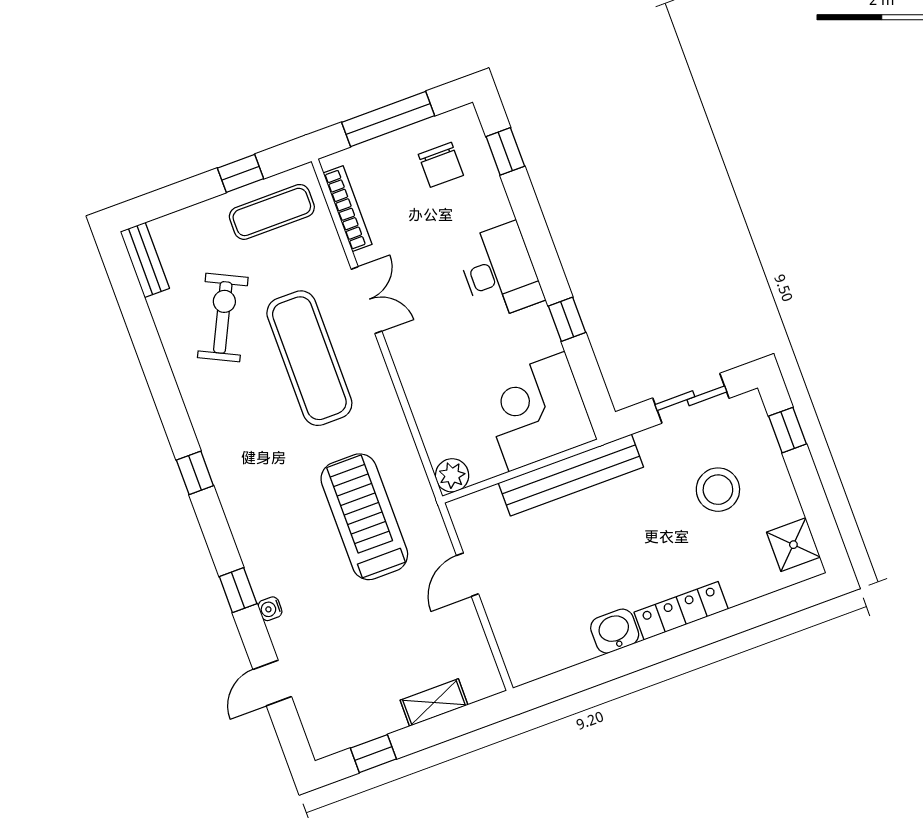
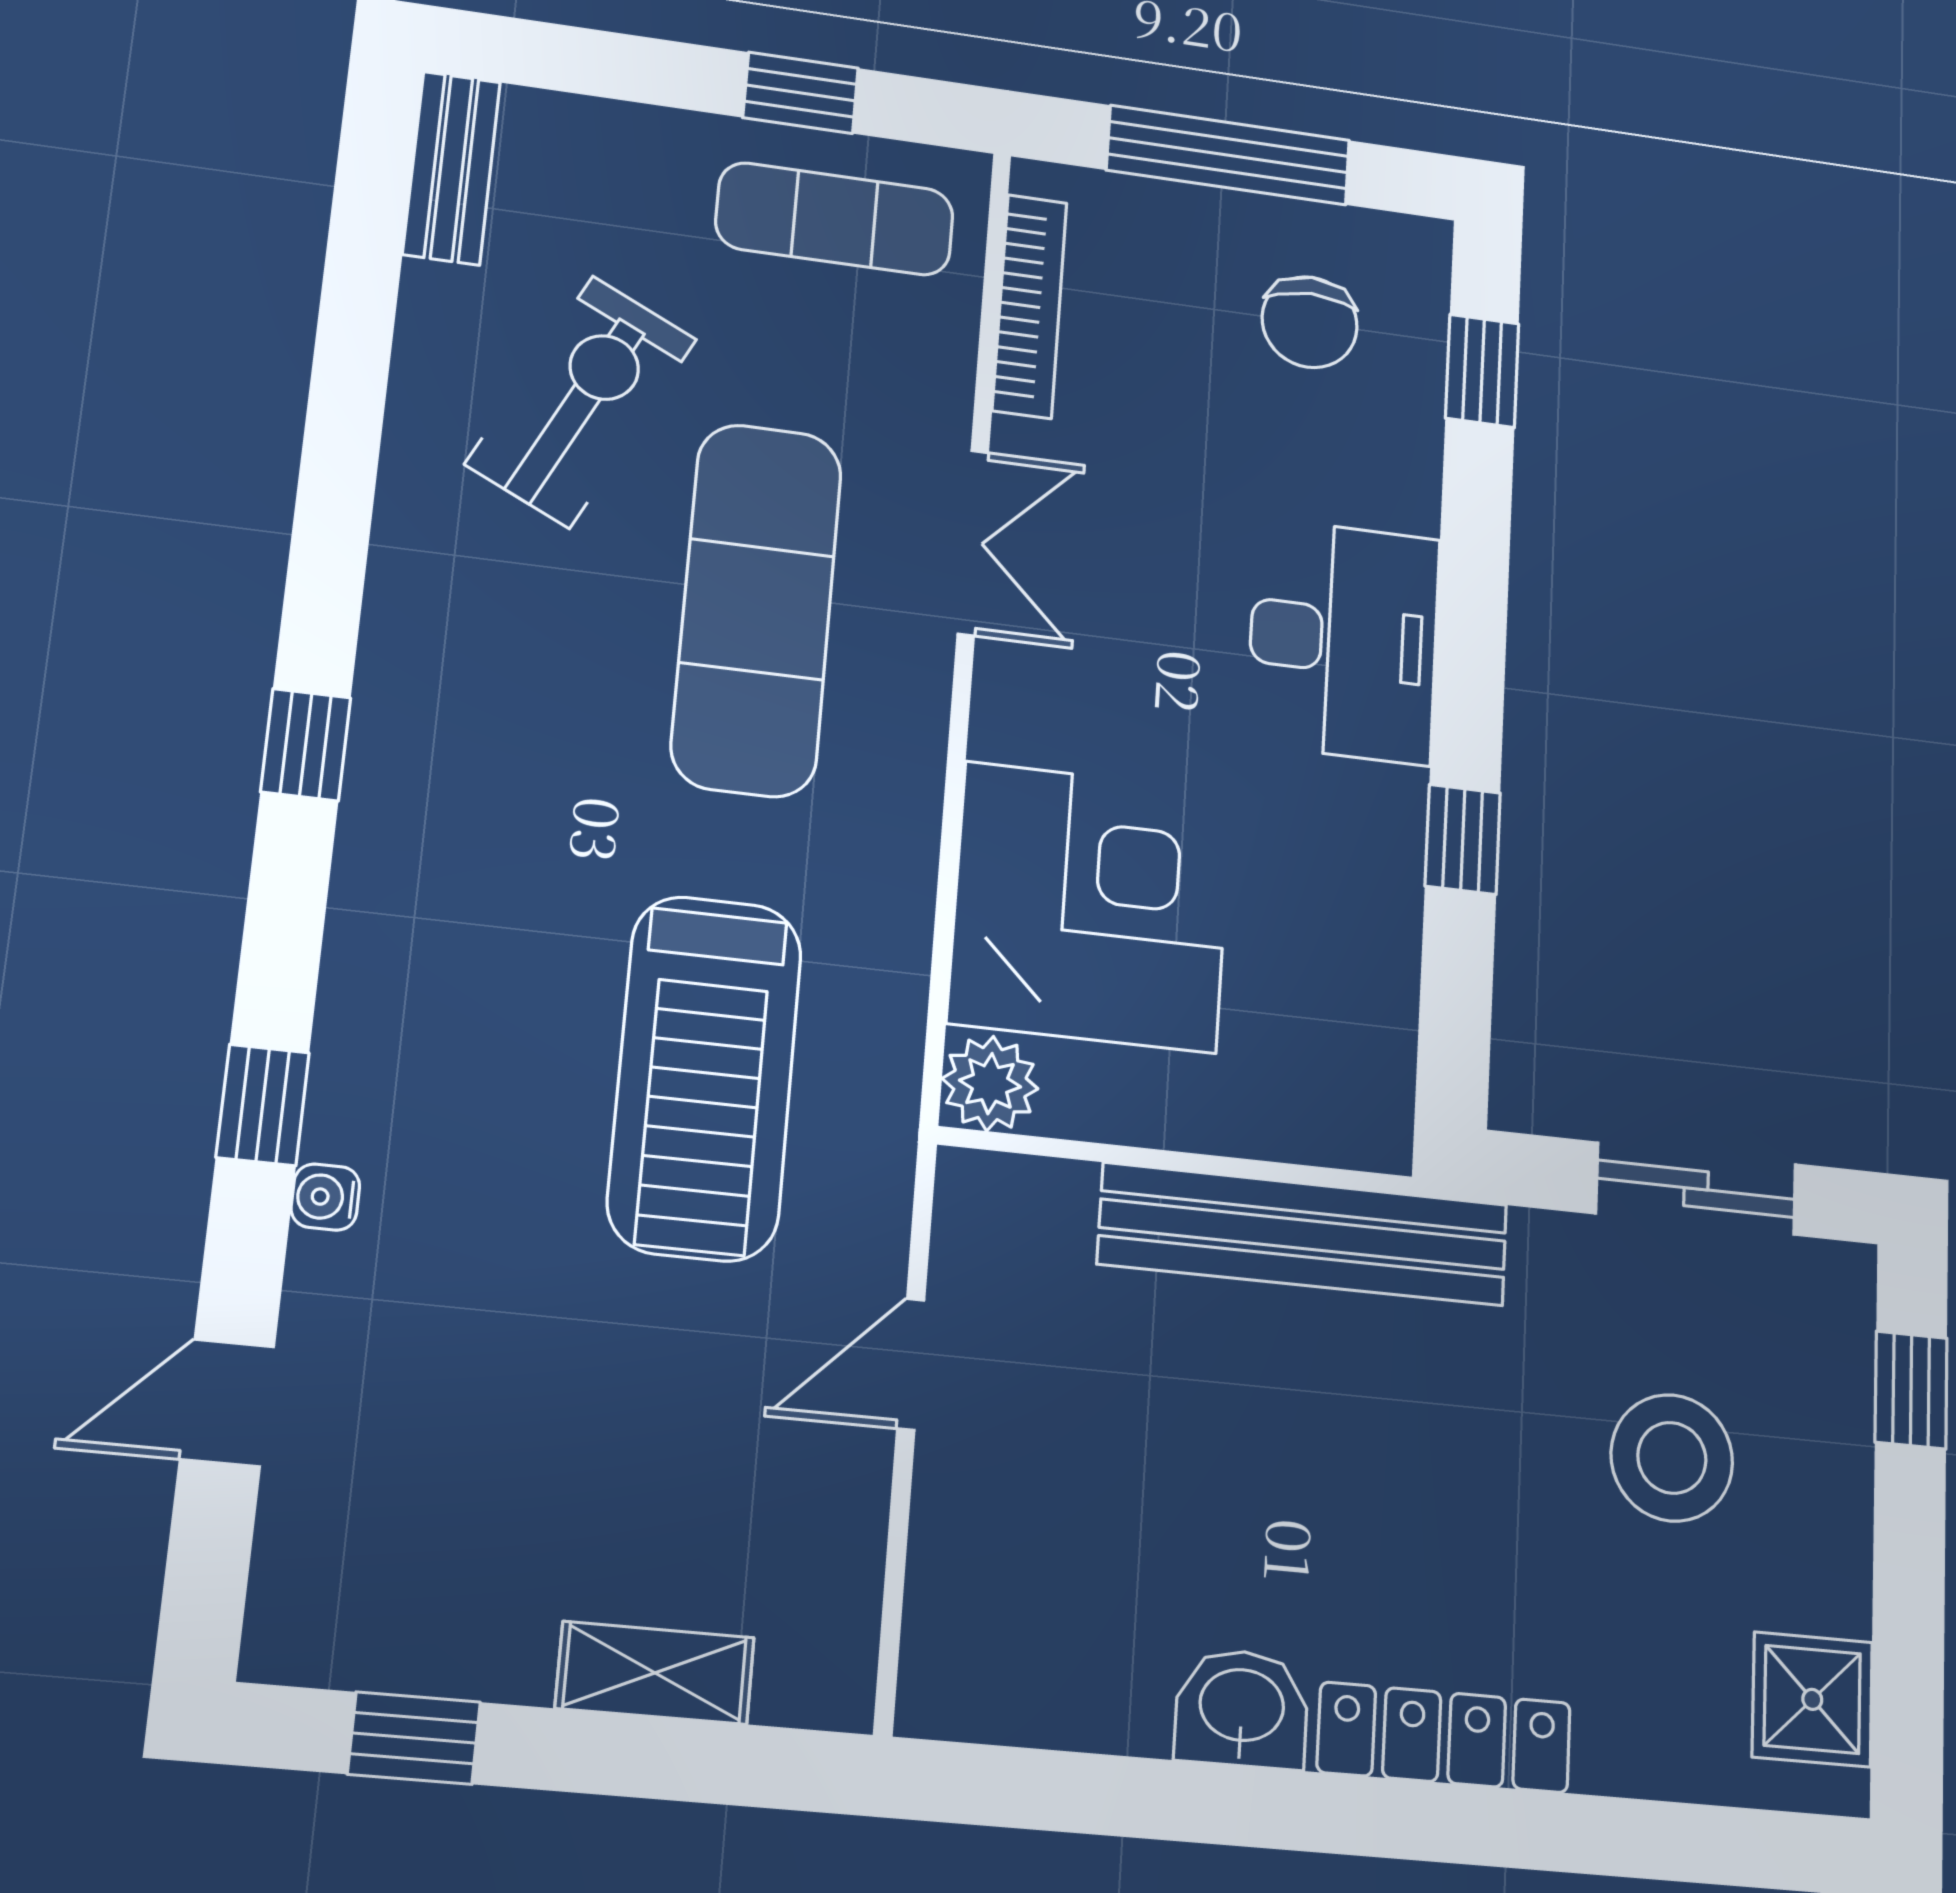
corner desk: (537, 412) -> (1090, 907), moved, turned 90
treadmill: (364, 517) -> (705, 1077), turned 180

